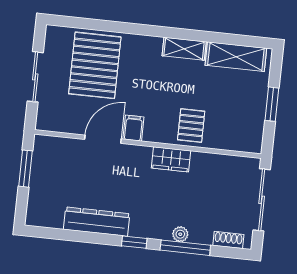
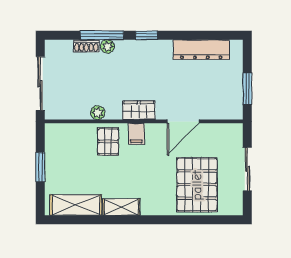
filing cabinet: (133, 128) -> (136, 134), moved
wardrobe: (171, 159) -> (139, 110), moved
plant: (199, 160) -> (98, 113), added
dresser: (97, 222) -> (201, 50), moved
shoe rack: (228, 240) -> (86, 46), moved

